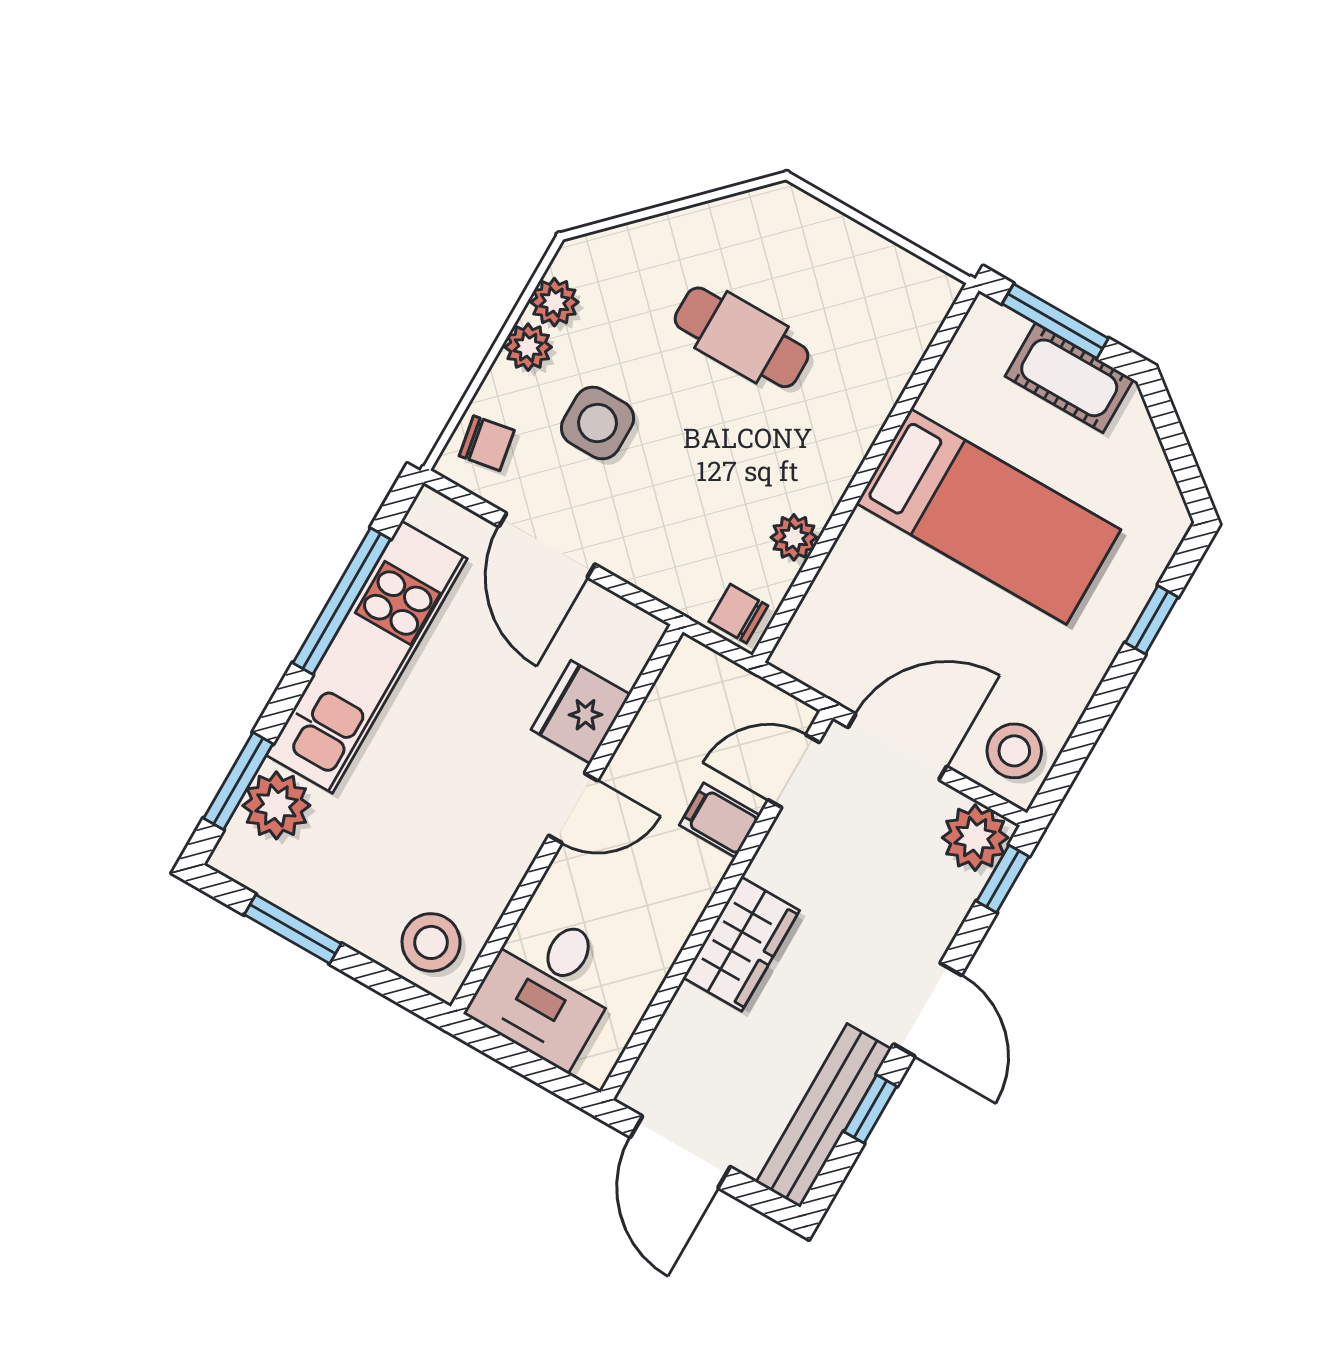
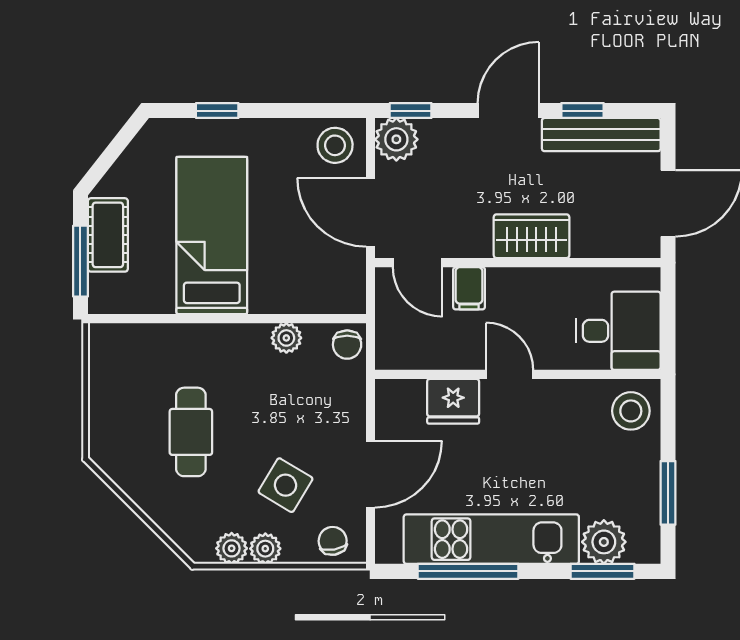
side table: (598, 423) -> (285, 485), turned 31

